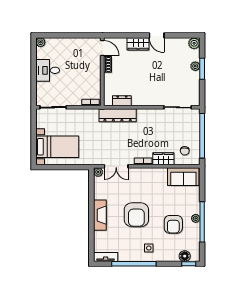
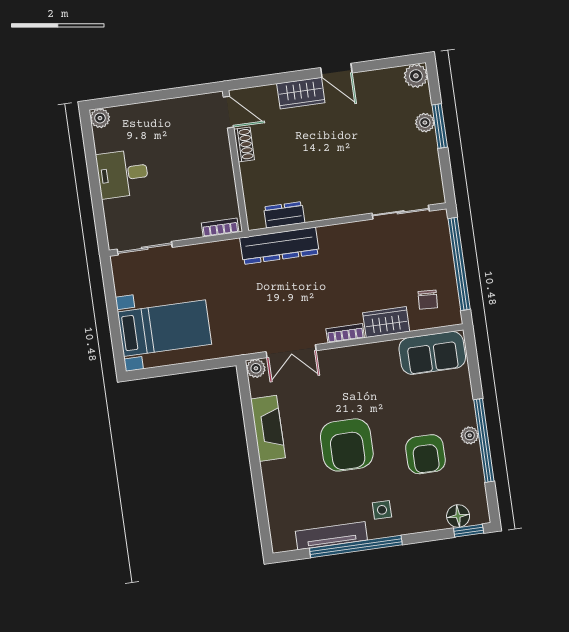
fireplace: (100, 215) -> (268, 428), moved
tv unit: (106, 257) -> (331, 536), moved, width x1.41

